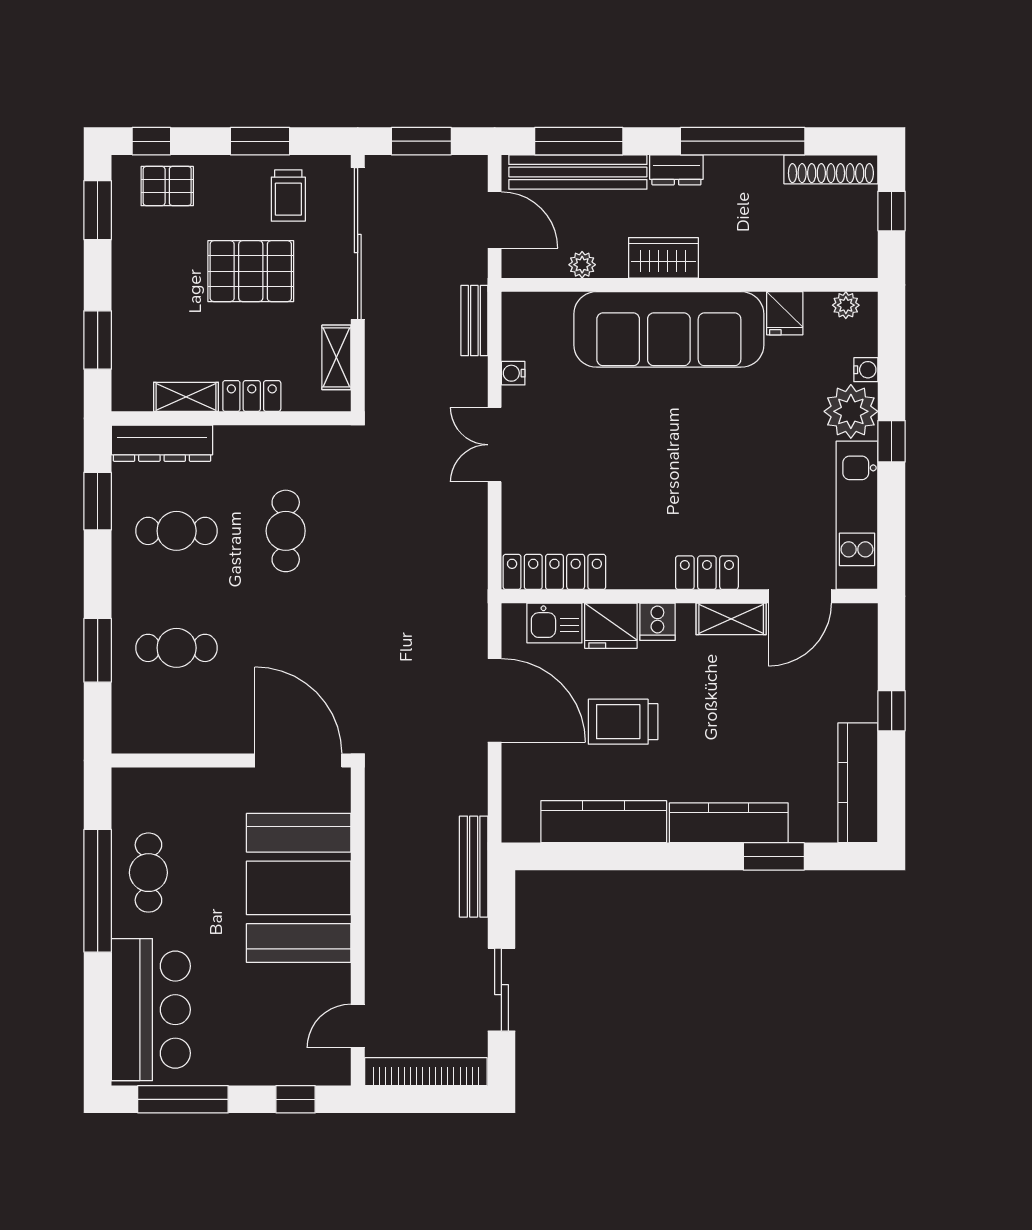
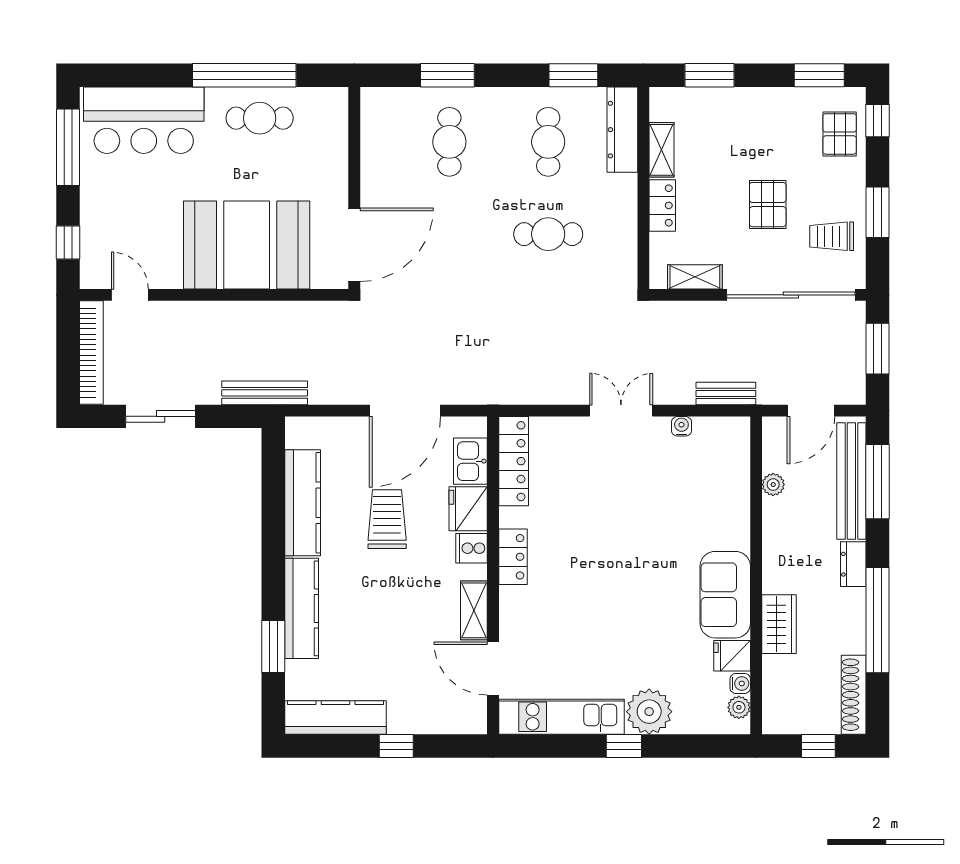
wardrobe: (663, 258) -> (779, 624), moved
pallet: (251, 271) -> (768, 205), width x0.67, depth x0.71
sofa: (669, 329) -> (725, 595), width x0.54, depth x0.79
water cooler: (866, 370) -> (740, 683), moved, turned -90
locker: (707, 573) -> (513, 557), moved

